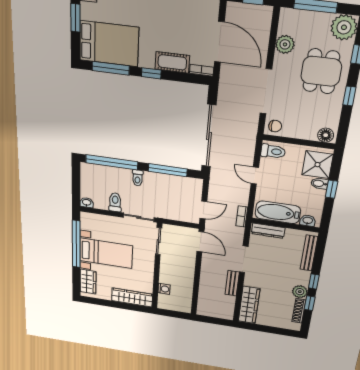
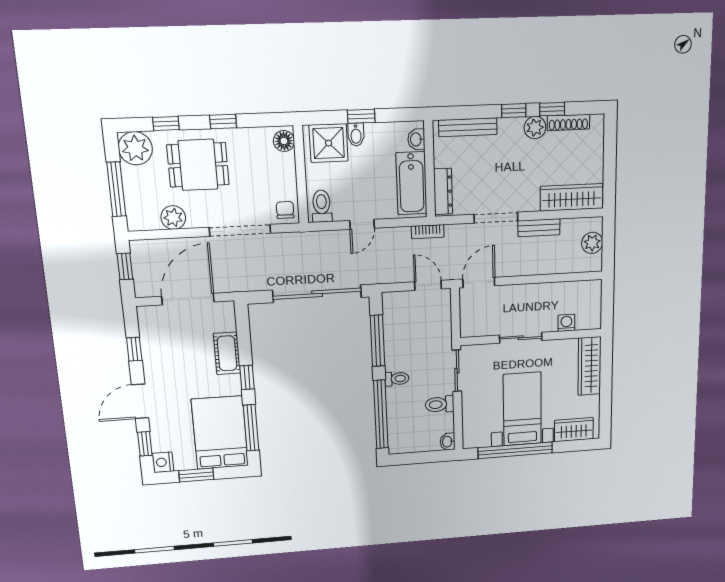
bookcase: (202, 70) -> (230, 316), removed
sliding door: (159, 241) -> (521, 338), moved
plant: (216, 312) -> (592, 243), added

